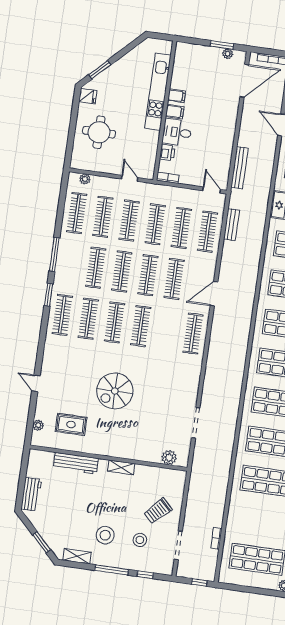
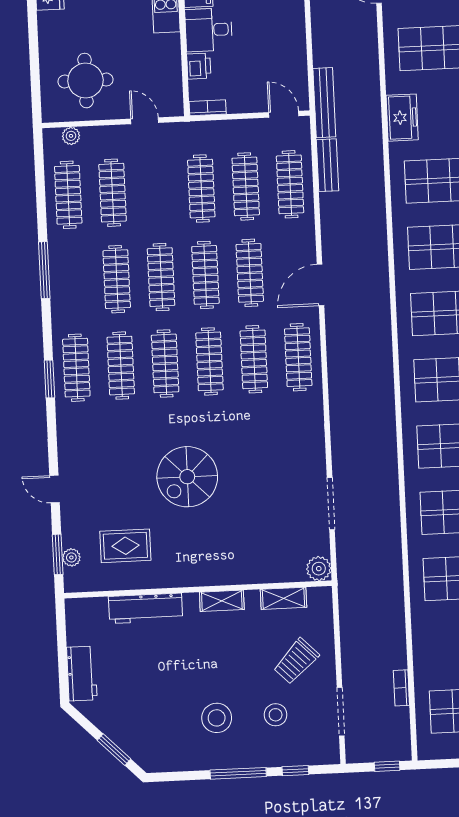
round table: (99, 132) -> (85, 81), moved
bench: (239, 168) -> (324, 103), moved
clothes rail: (129, 221) -> (254, 359), moved
window: (49, 295) -> (49, 379), moved
window: (30, 422) -> (58, 554), added
plant: (169, 458) -> (319, 569), moved
shelving: (77, 556) -> (284, 598), moved

